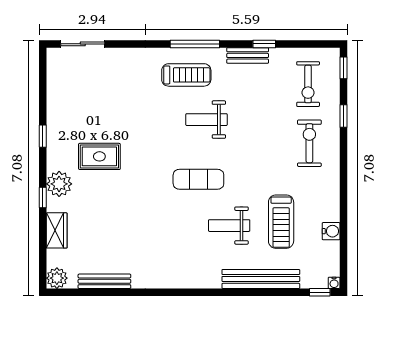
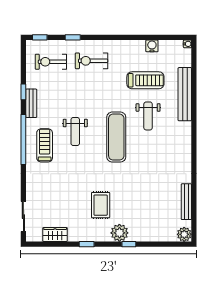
window: (195, 44) -> (23, 139), width x1.46
exercise bike: (308, 84) -> (51, 62), turned 180
exercise mat: (198, 179) -> (116, 137), width x1.36, depth x1.45
wardrobe: (57, 230) -> (55, 234), moved
window: (320, 292) -> (194, 54), removed

